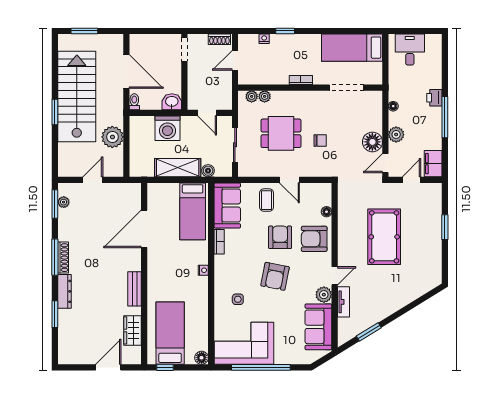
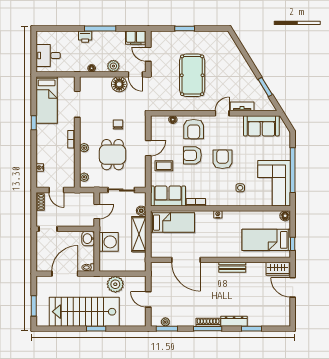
window: (285, 31) -> (34, 123), moved
plant: (265, 96) -> (84, 148), moved
pool table: (384, 237) -> (192, 75), turned 90
armchair: (275, 276) -> (222, 159), turned -101
door: (335, 276) -> (222, 113), hinge flipped
plant: (324, 295) -> (237, 122), removed
wardrobe: (133, 330) -> (278, 269), moved

